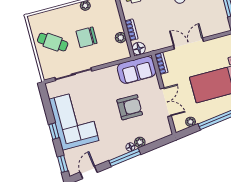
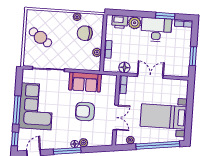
chair: (86, 37) -> (85, 33), moved
floor lamp: (139, 49) -> (124, 67), moved
sofa: (137, 70) -> (85, 82), moved
armchair: (130, 107) -> (85, 111), turned 180
window: (54, 131) -> (17, 110), width x2.17

